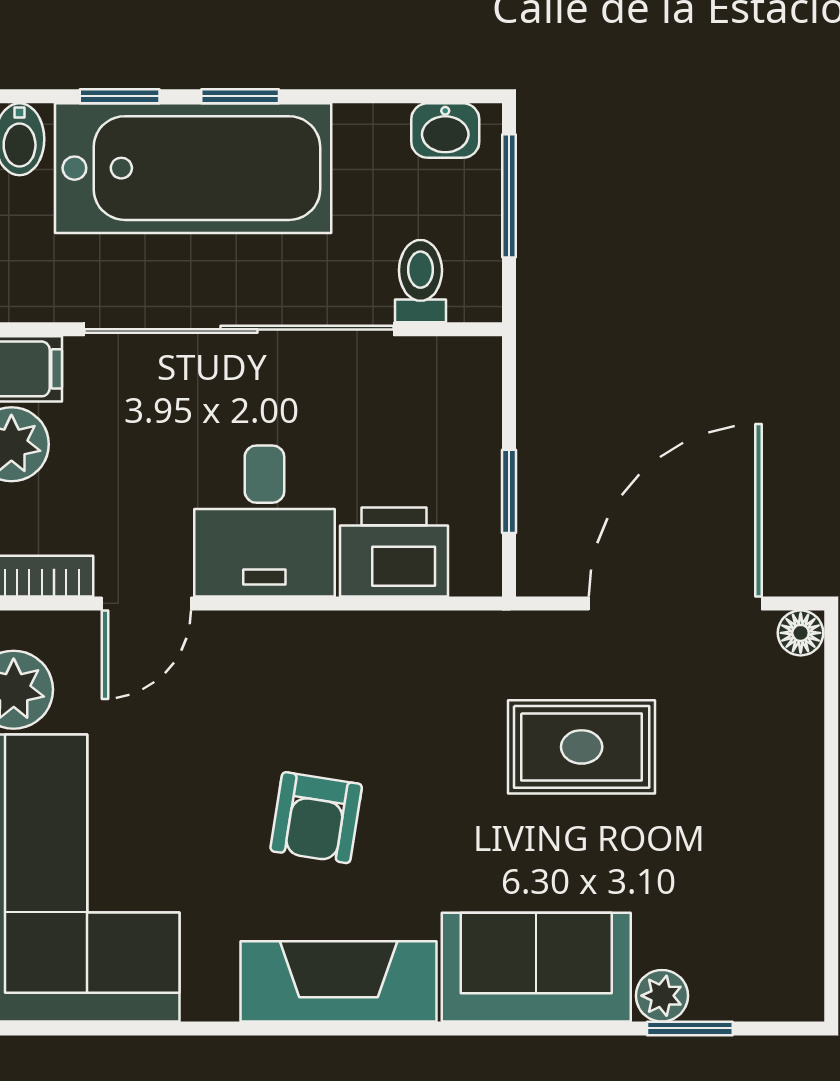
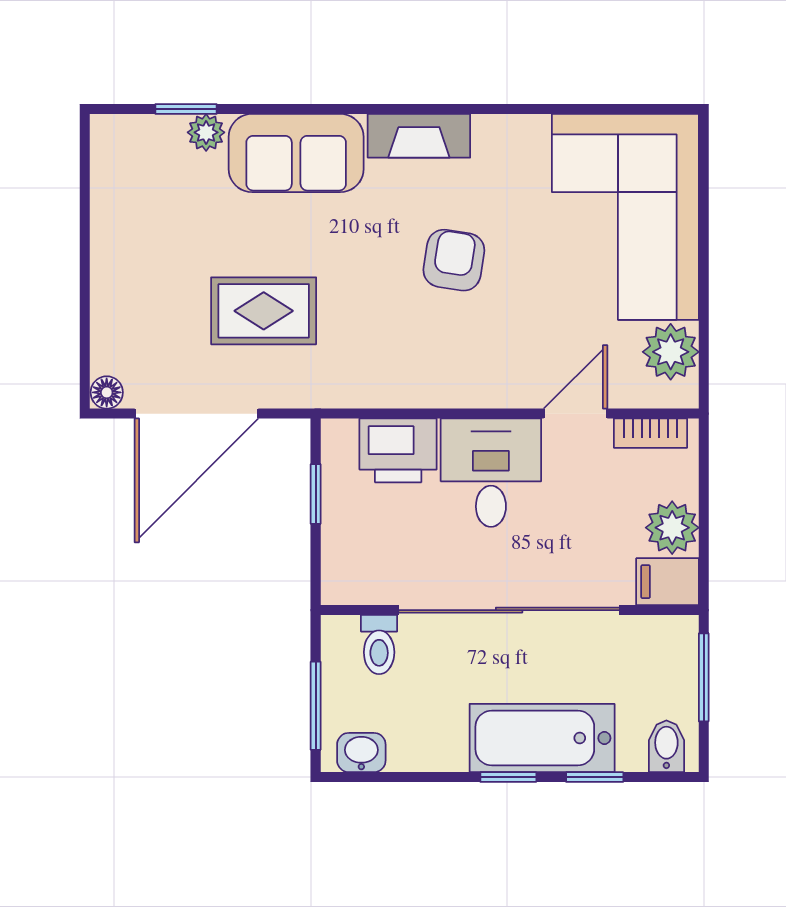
bathtub: (193, 168) -> (542, 738), width x0.73, depth x0.73
fireplace: (339, 981) -> (419, 136), width x0.73, depth x0.76

